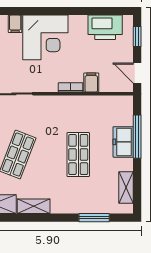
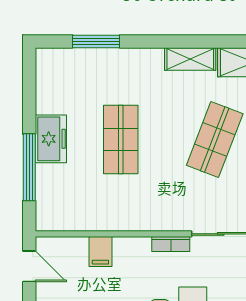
bookcase: (71, 87) -> (171, 244), moved
freezer: (123, 142) -> (51, 139), moved
shelving: (126, 187) -> (46, 88), removed

